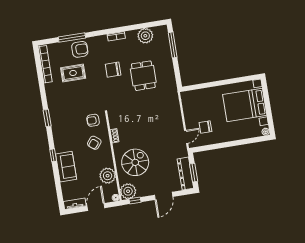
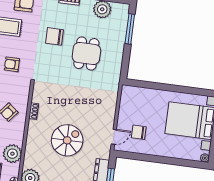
armchair: (93, 120) -> (12, 64), moved
spiral stairs: (135, 162) -> (67, 140), moved

